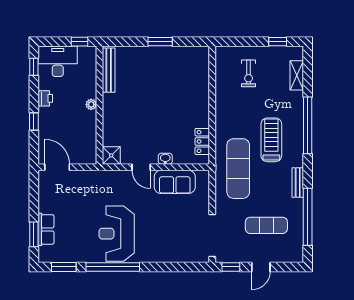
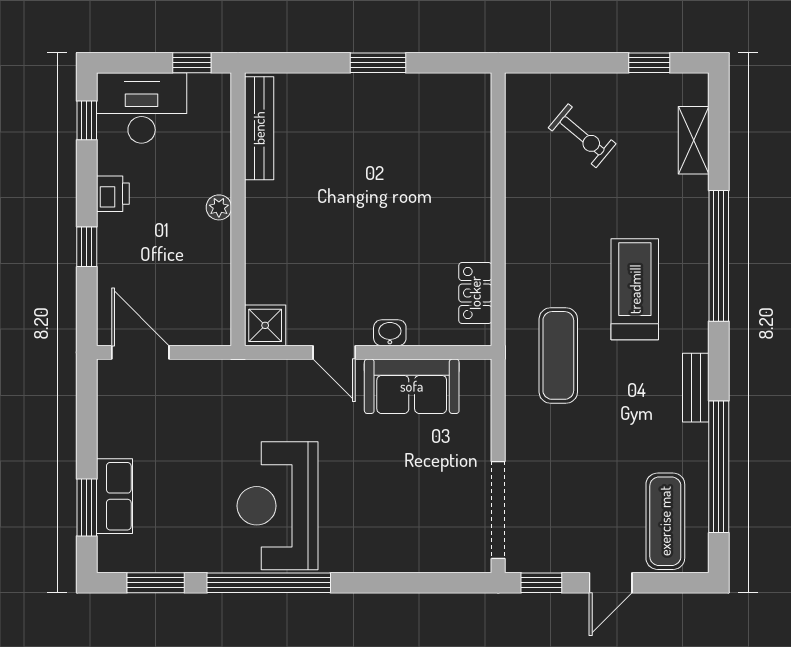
exercise bike: (249, 73) -> (582, 136), turned -50
exercise mat: (238, 169) -> (558, 355), width x0.73, depth x0.69
exercise mat: (266, 225) -> (665, 521), moved, turned 90

